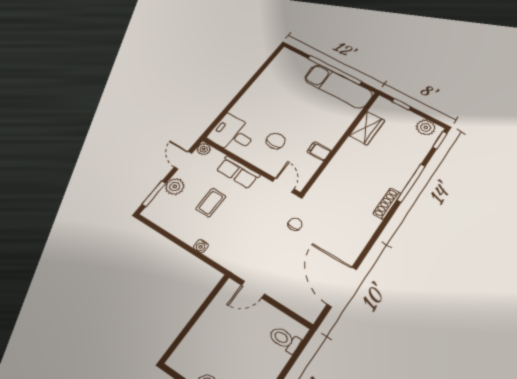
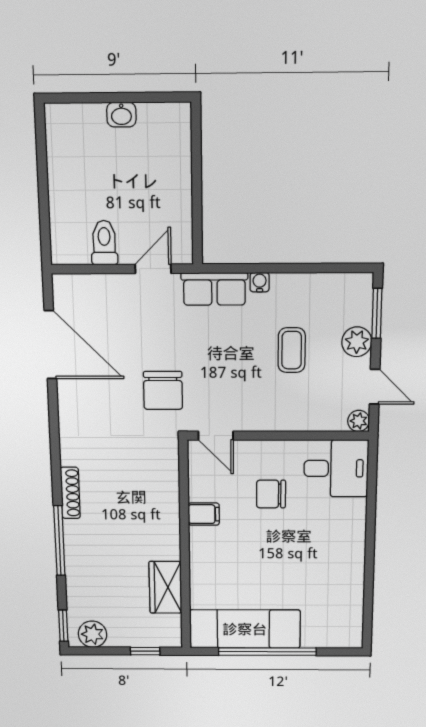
chair: (276, 141) -> (271, 494), turned 90
row of seats: (238, 172) -> (214, 289), moved, turned 180
chair: (295, 224) -> (163, 390), width x1.87, depth x1.87
toilet: (285, 340) -> (104, 243), moved, turned -90

